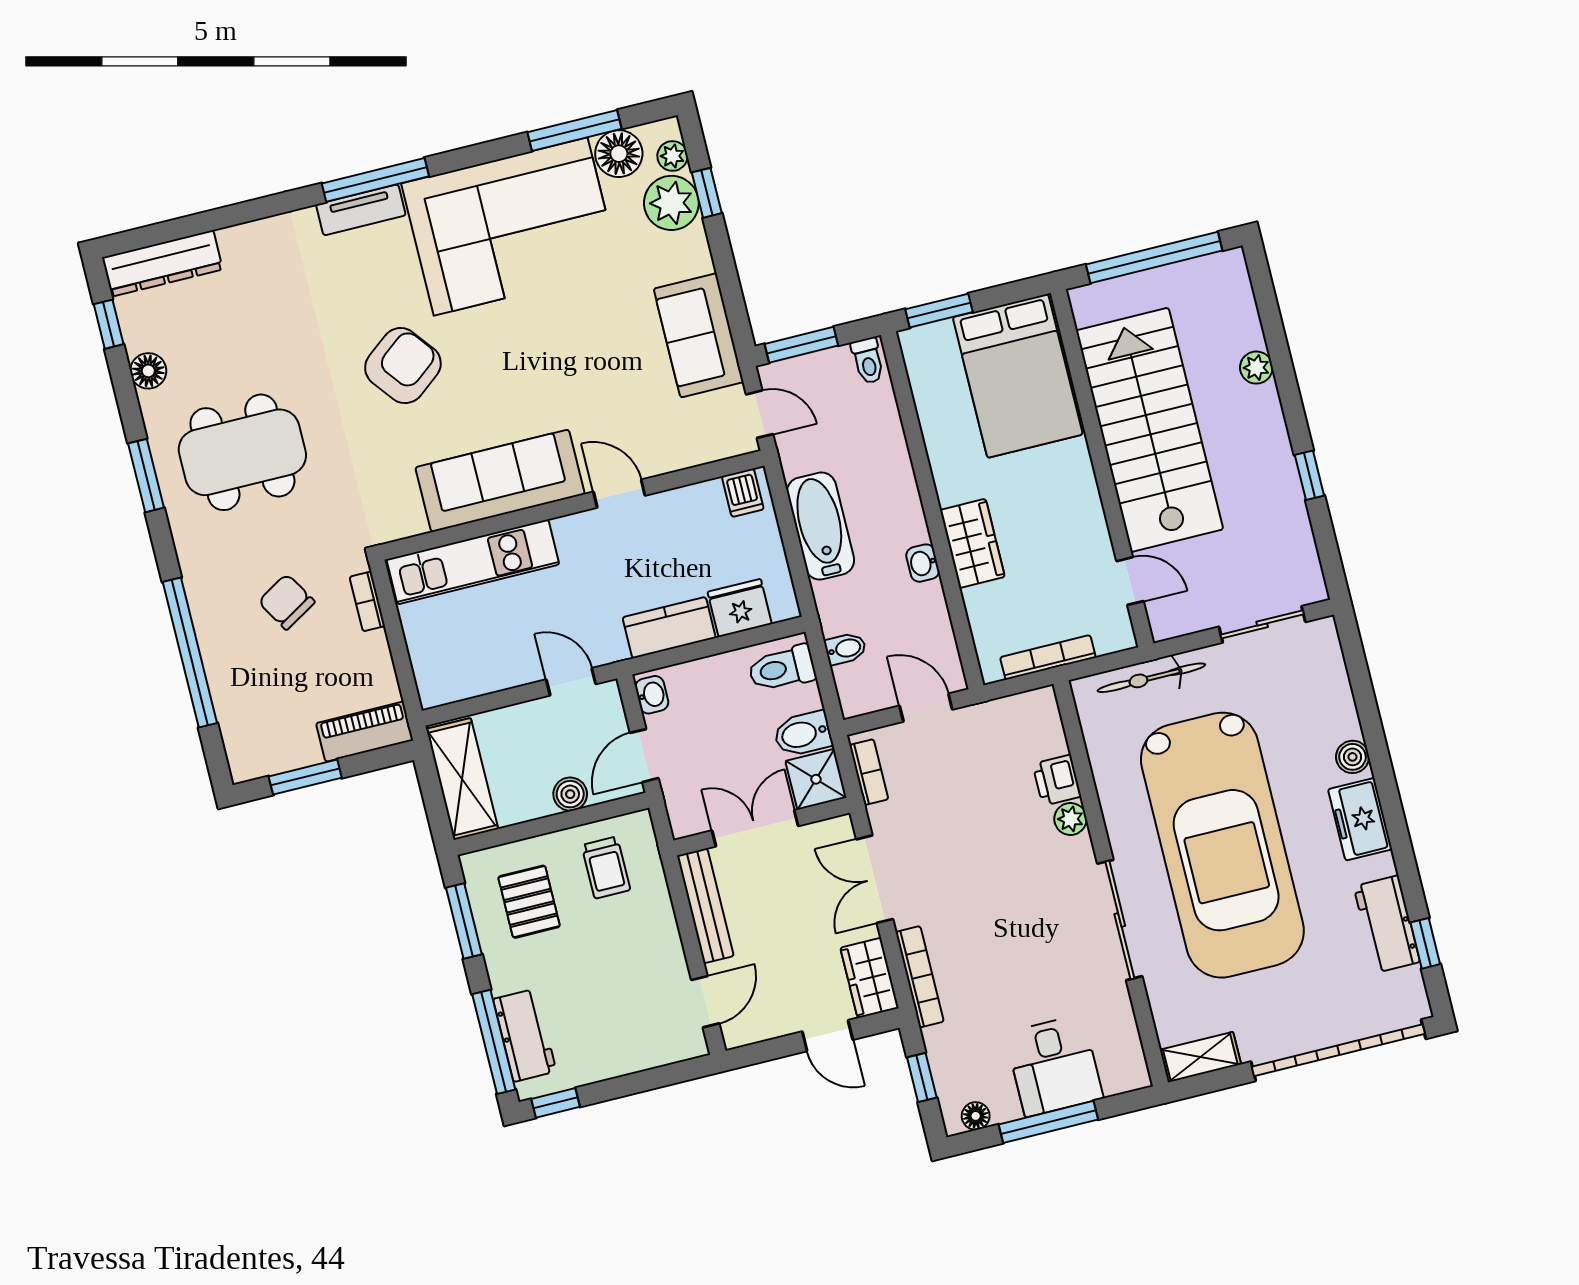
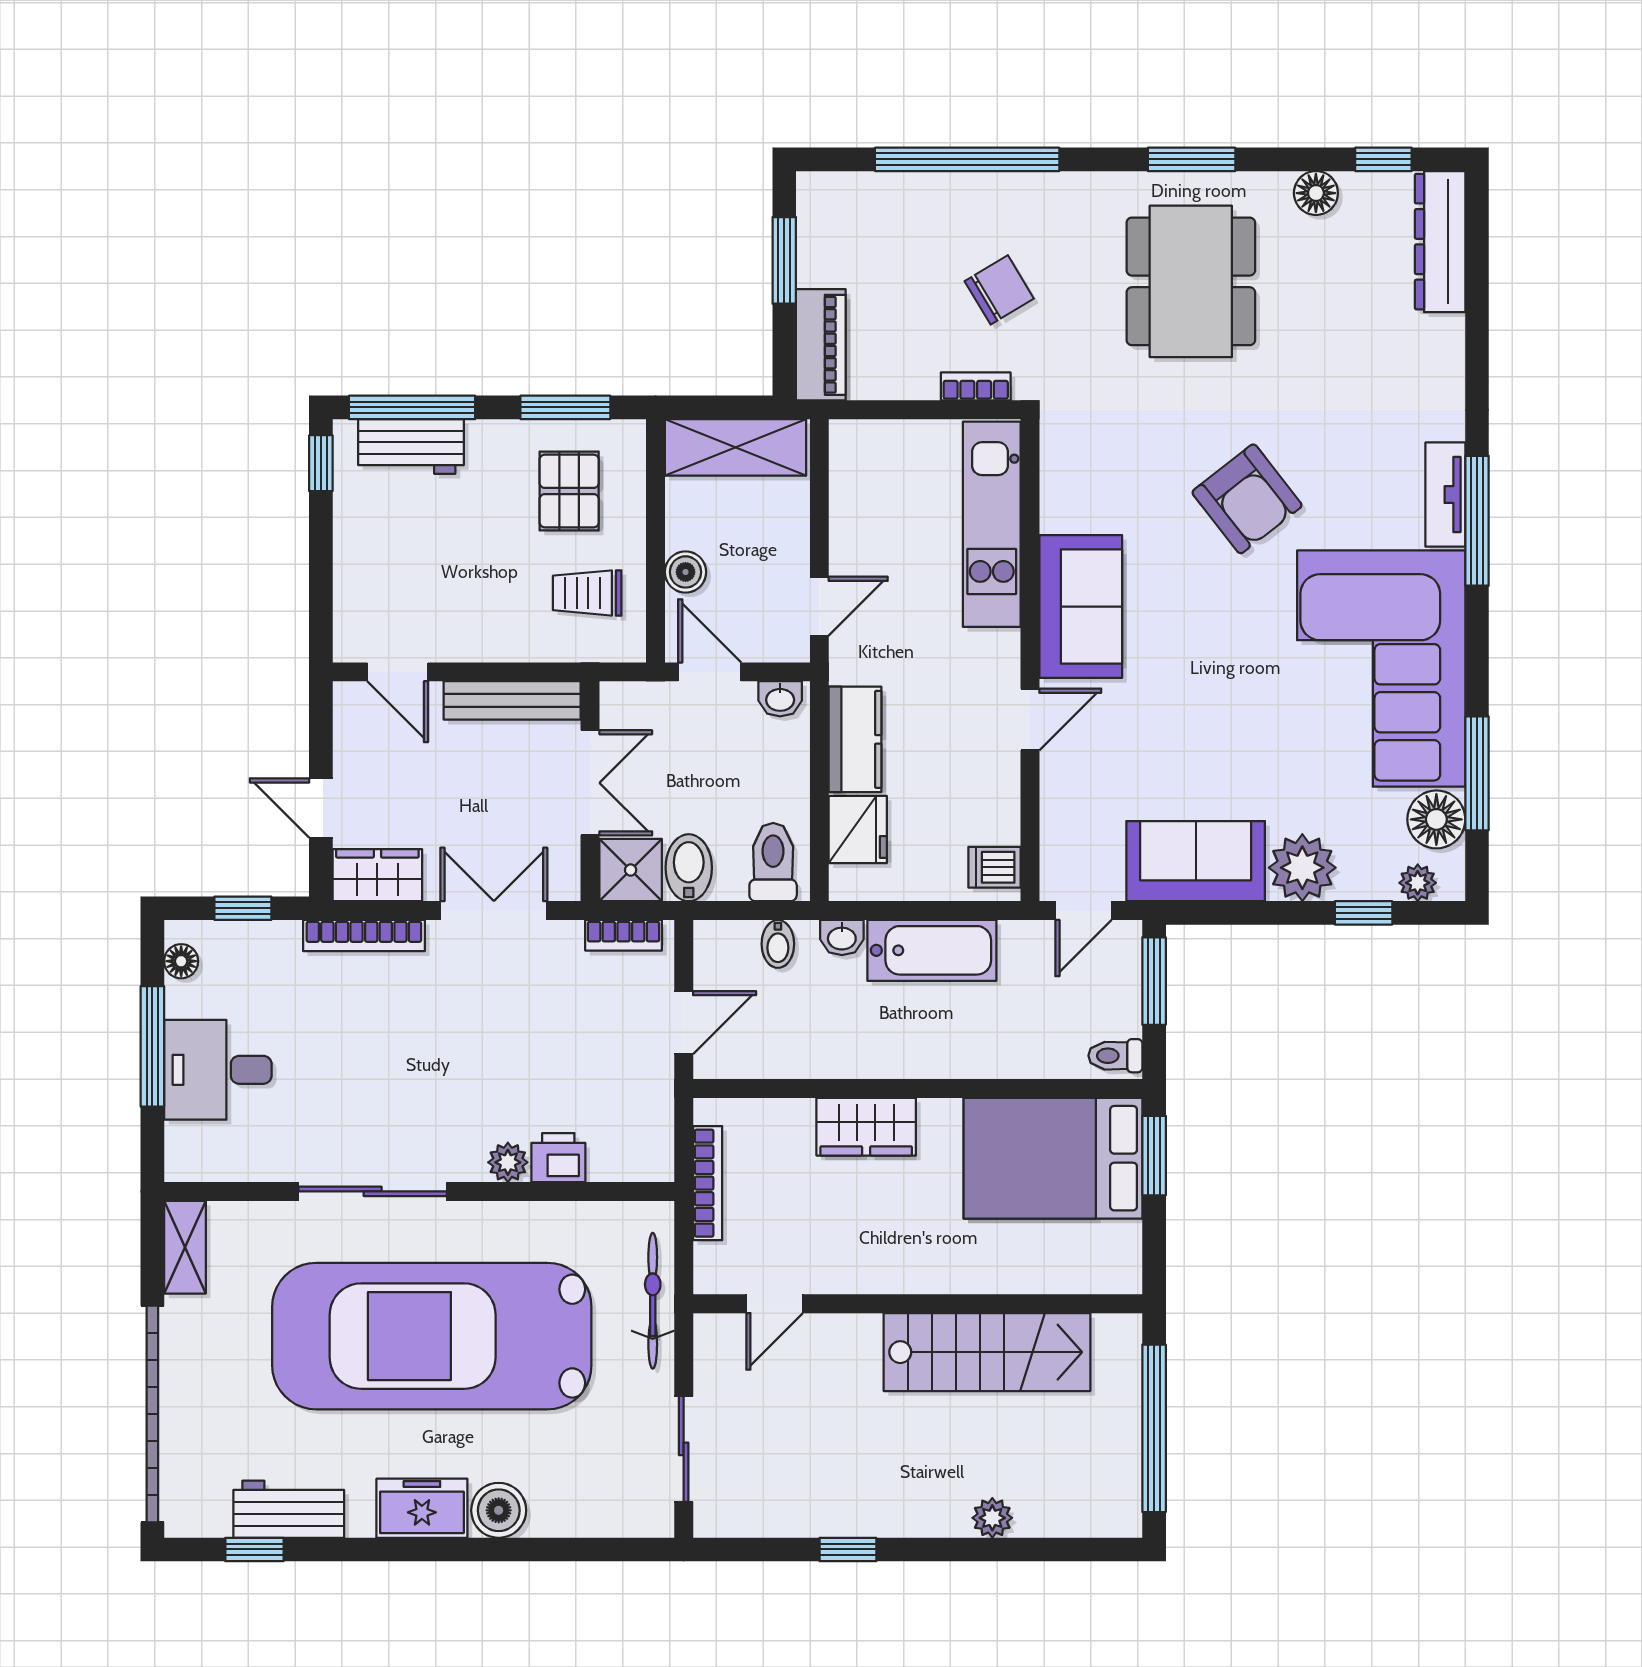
plant: (671, 203) -> (1302, 868), moved
bed: (1018, 376) -> (1053, 1158), moved
stairs: (1150, 430) -> (987, 1352), width x0.73, depth x0.66
sofa: (500, 481) -> (1081, 607), width x0.73
washbasin: (923, 563) -> (842, 938), moved, turned 180
boiler: (1352, 757) -> (499, 1510), width x1.36, depth x1.36
pallet: (529, 902) -> (569, 491), turned 90
door: (828, 1036) -> (321, 808), hinge flipped

